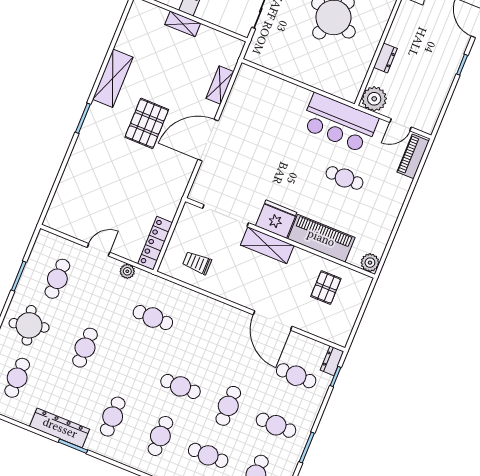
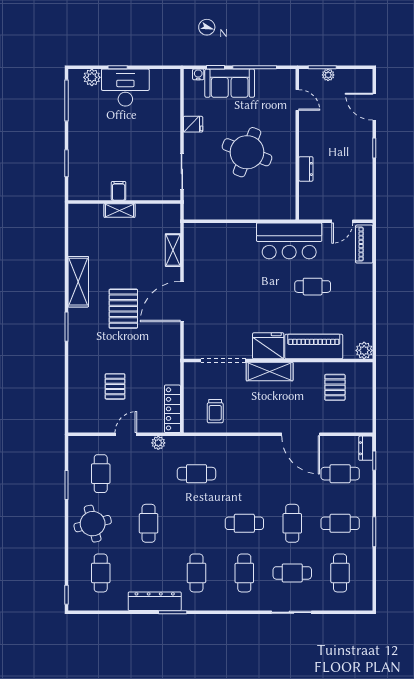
plant: (374, 99) -> (311, 208), removed
pallet: (107, 198) -> (115, 386), added
trolley: (197, 263) -> (215, 411), turned -90

